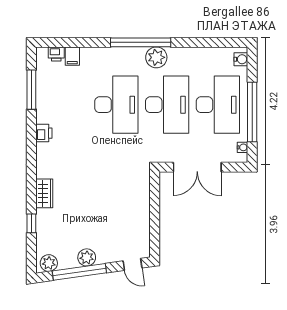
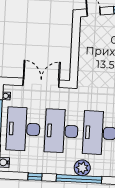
window: (199, 42) -> (35, 177), added
plant: (156, 57) -> (82, 168), moved

